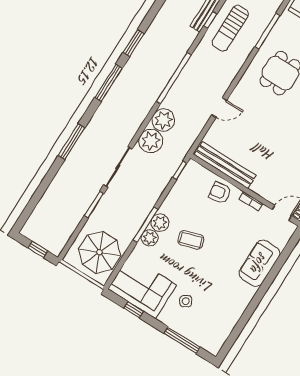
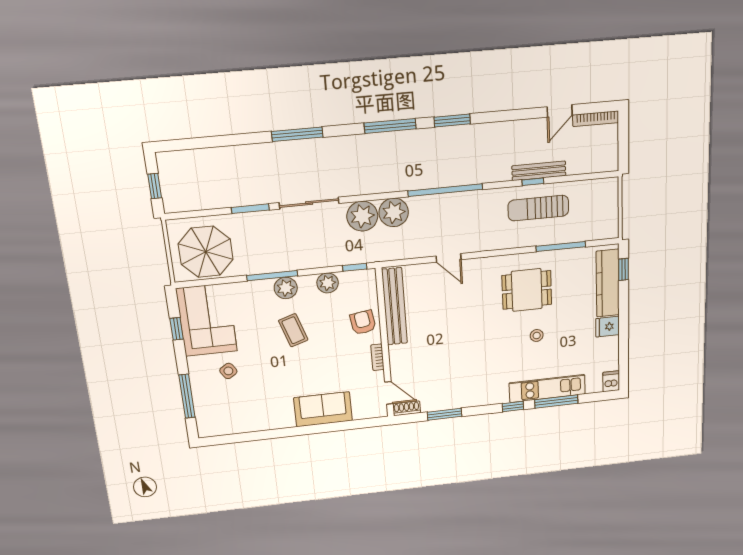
plant: (150, 238) -> (328, 283), moved

